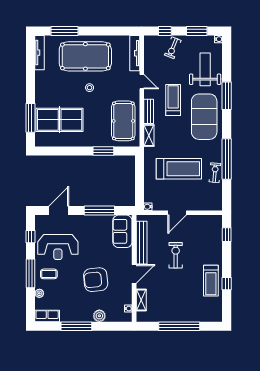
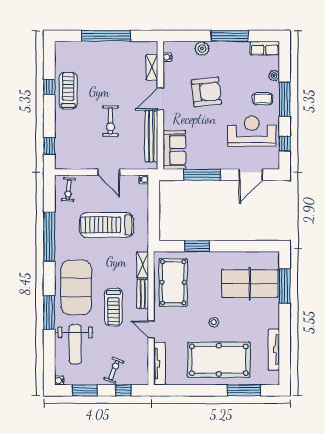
tv unit: (40, 53) -> (274, 350), moved
exercise bike: (215, 173) -> (68, 190), moved
door: (177, 213) -> (109, 172), swing flipped

